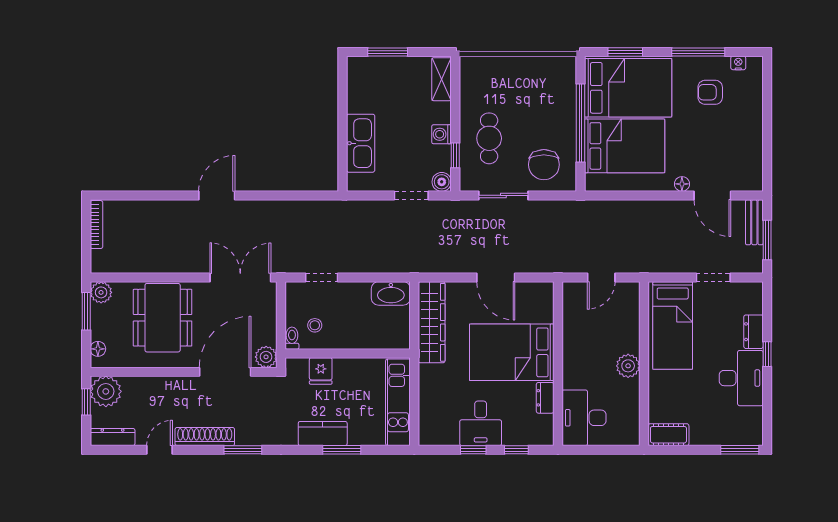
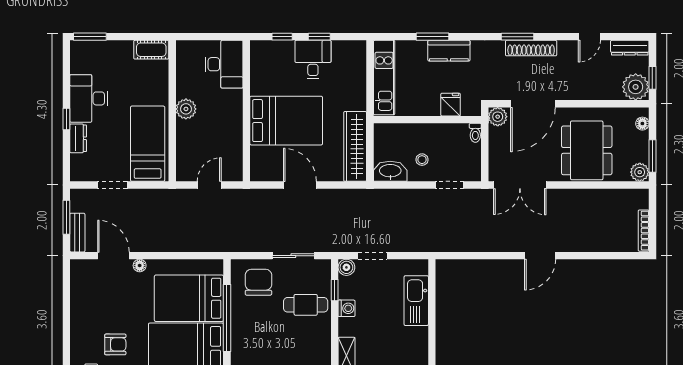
cafe table: (489, 138) -> (306, 305), turned 90
stool: (315, 325) -> (422, 160), moved
dresser: (545, 398) -> (257, 81), removed
shoe rack: (205, 437) -> (531, 48), moved

